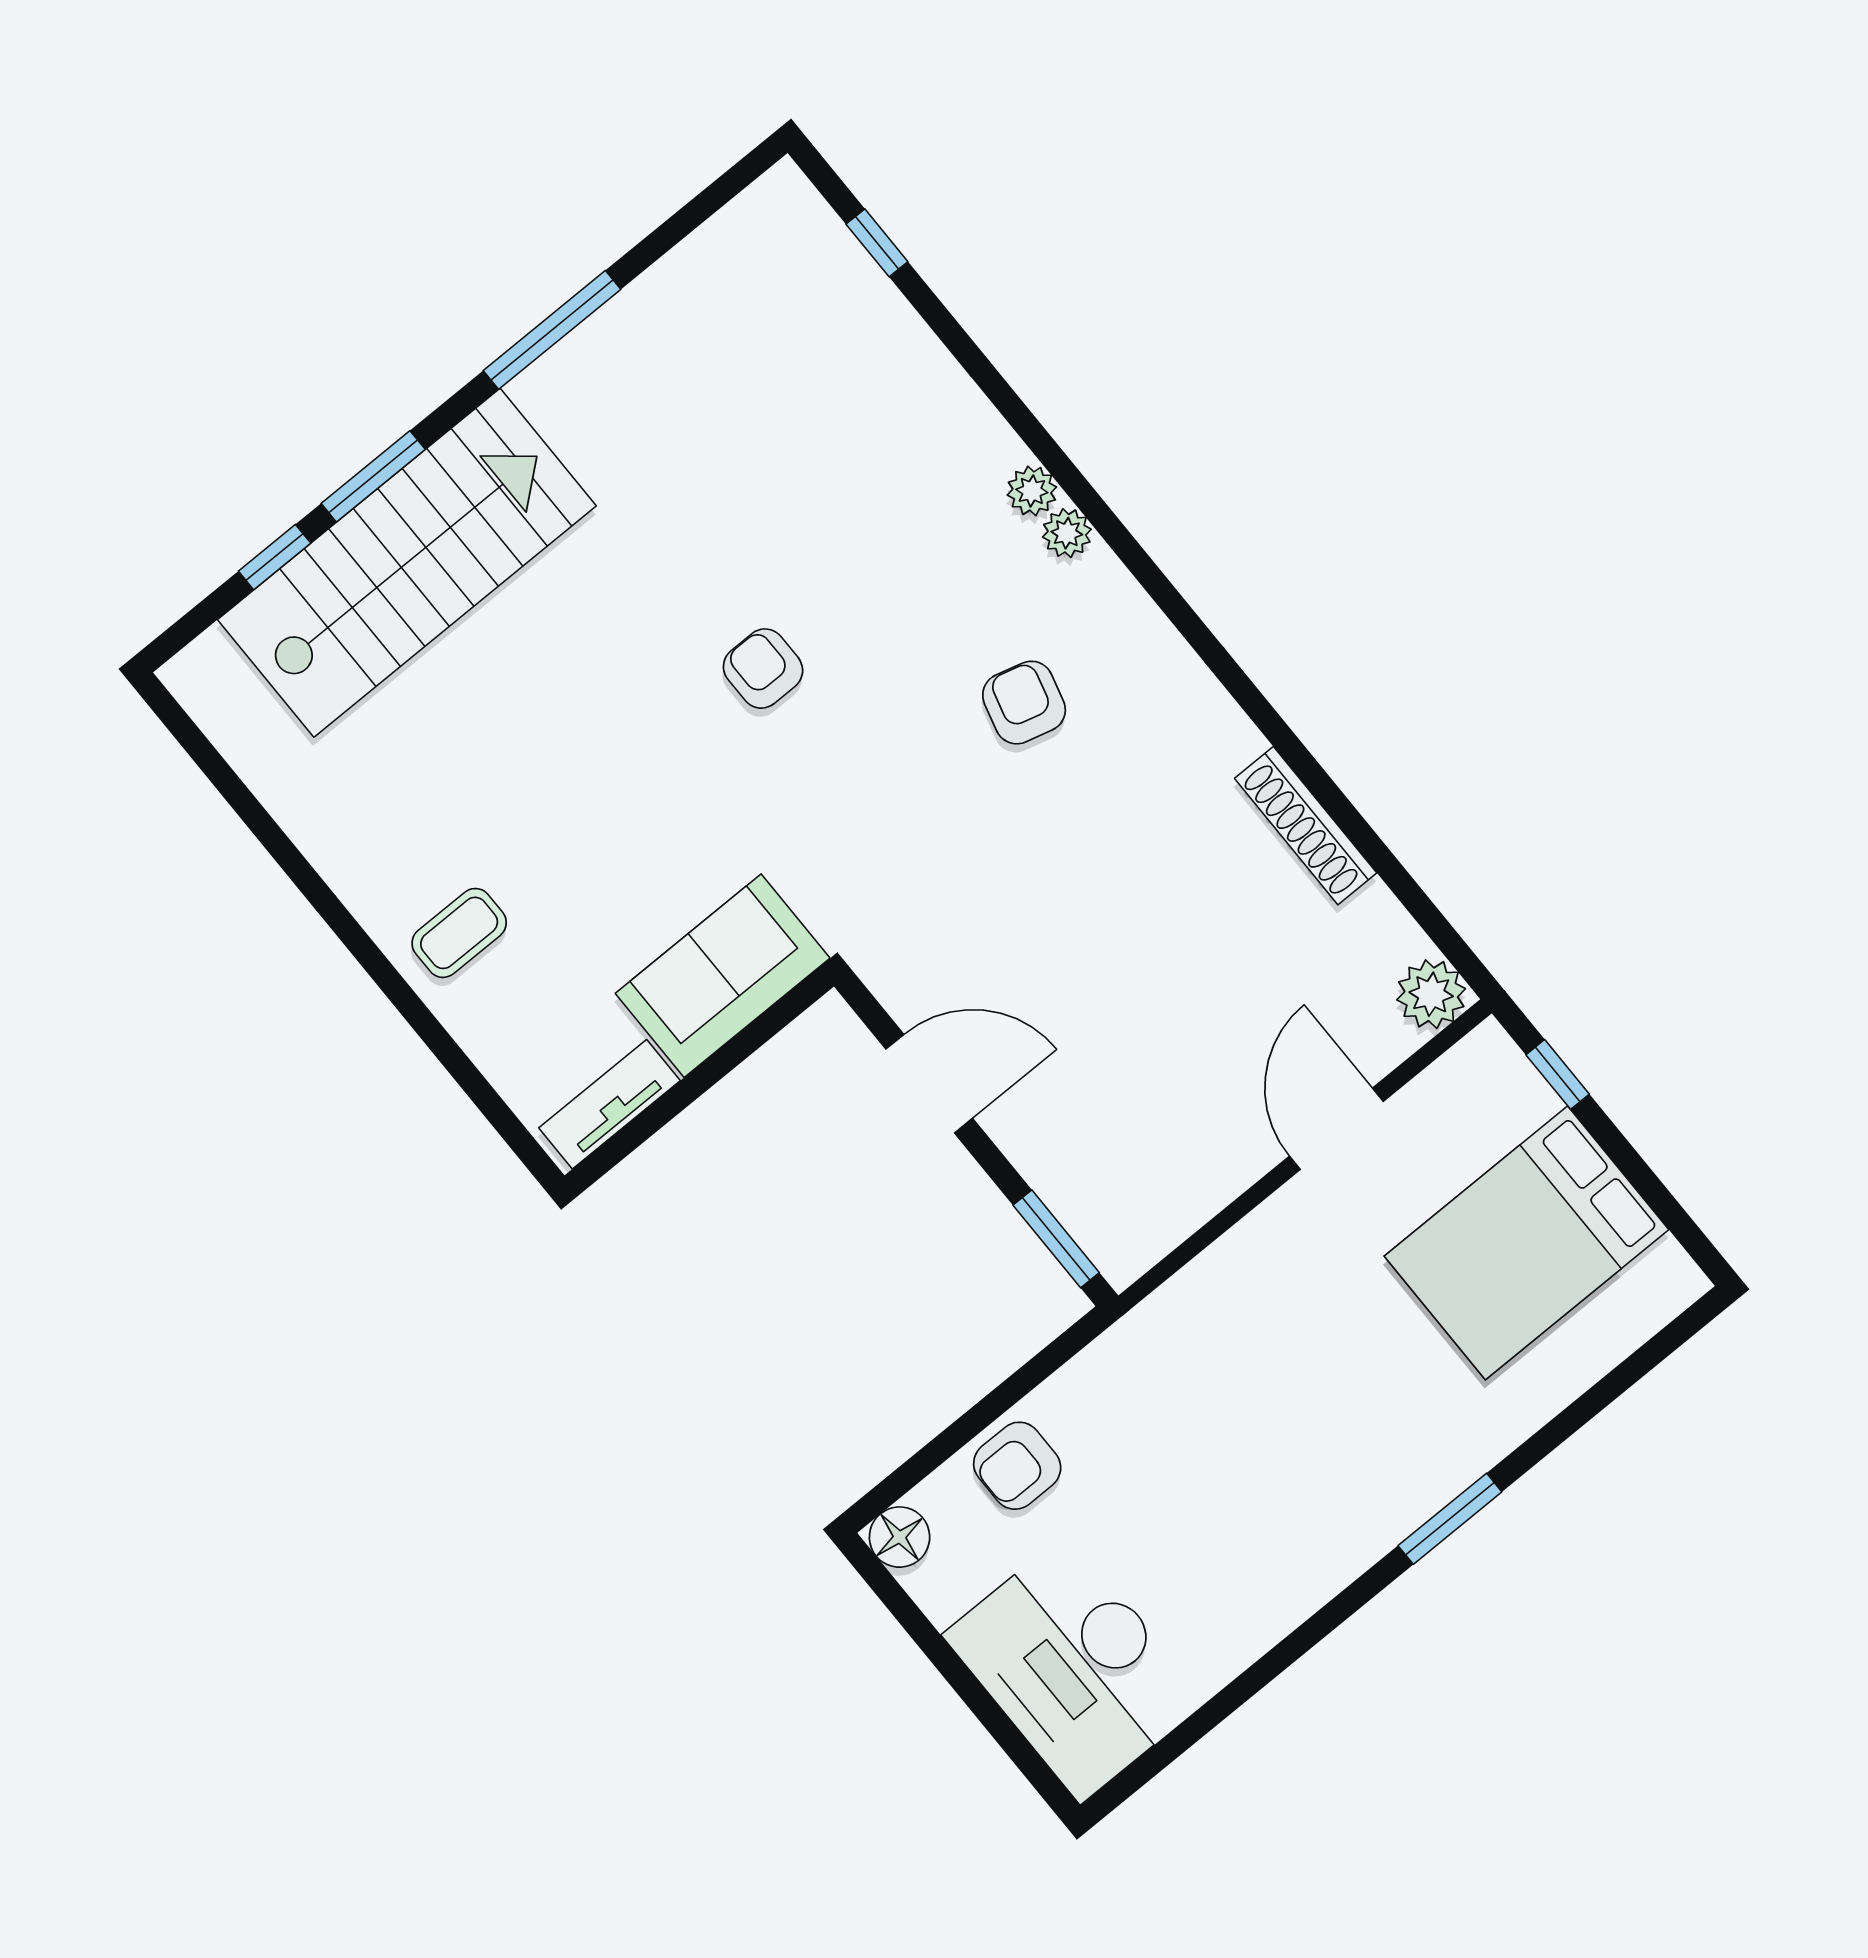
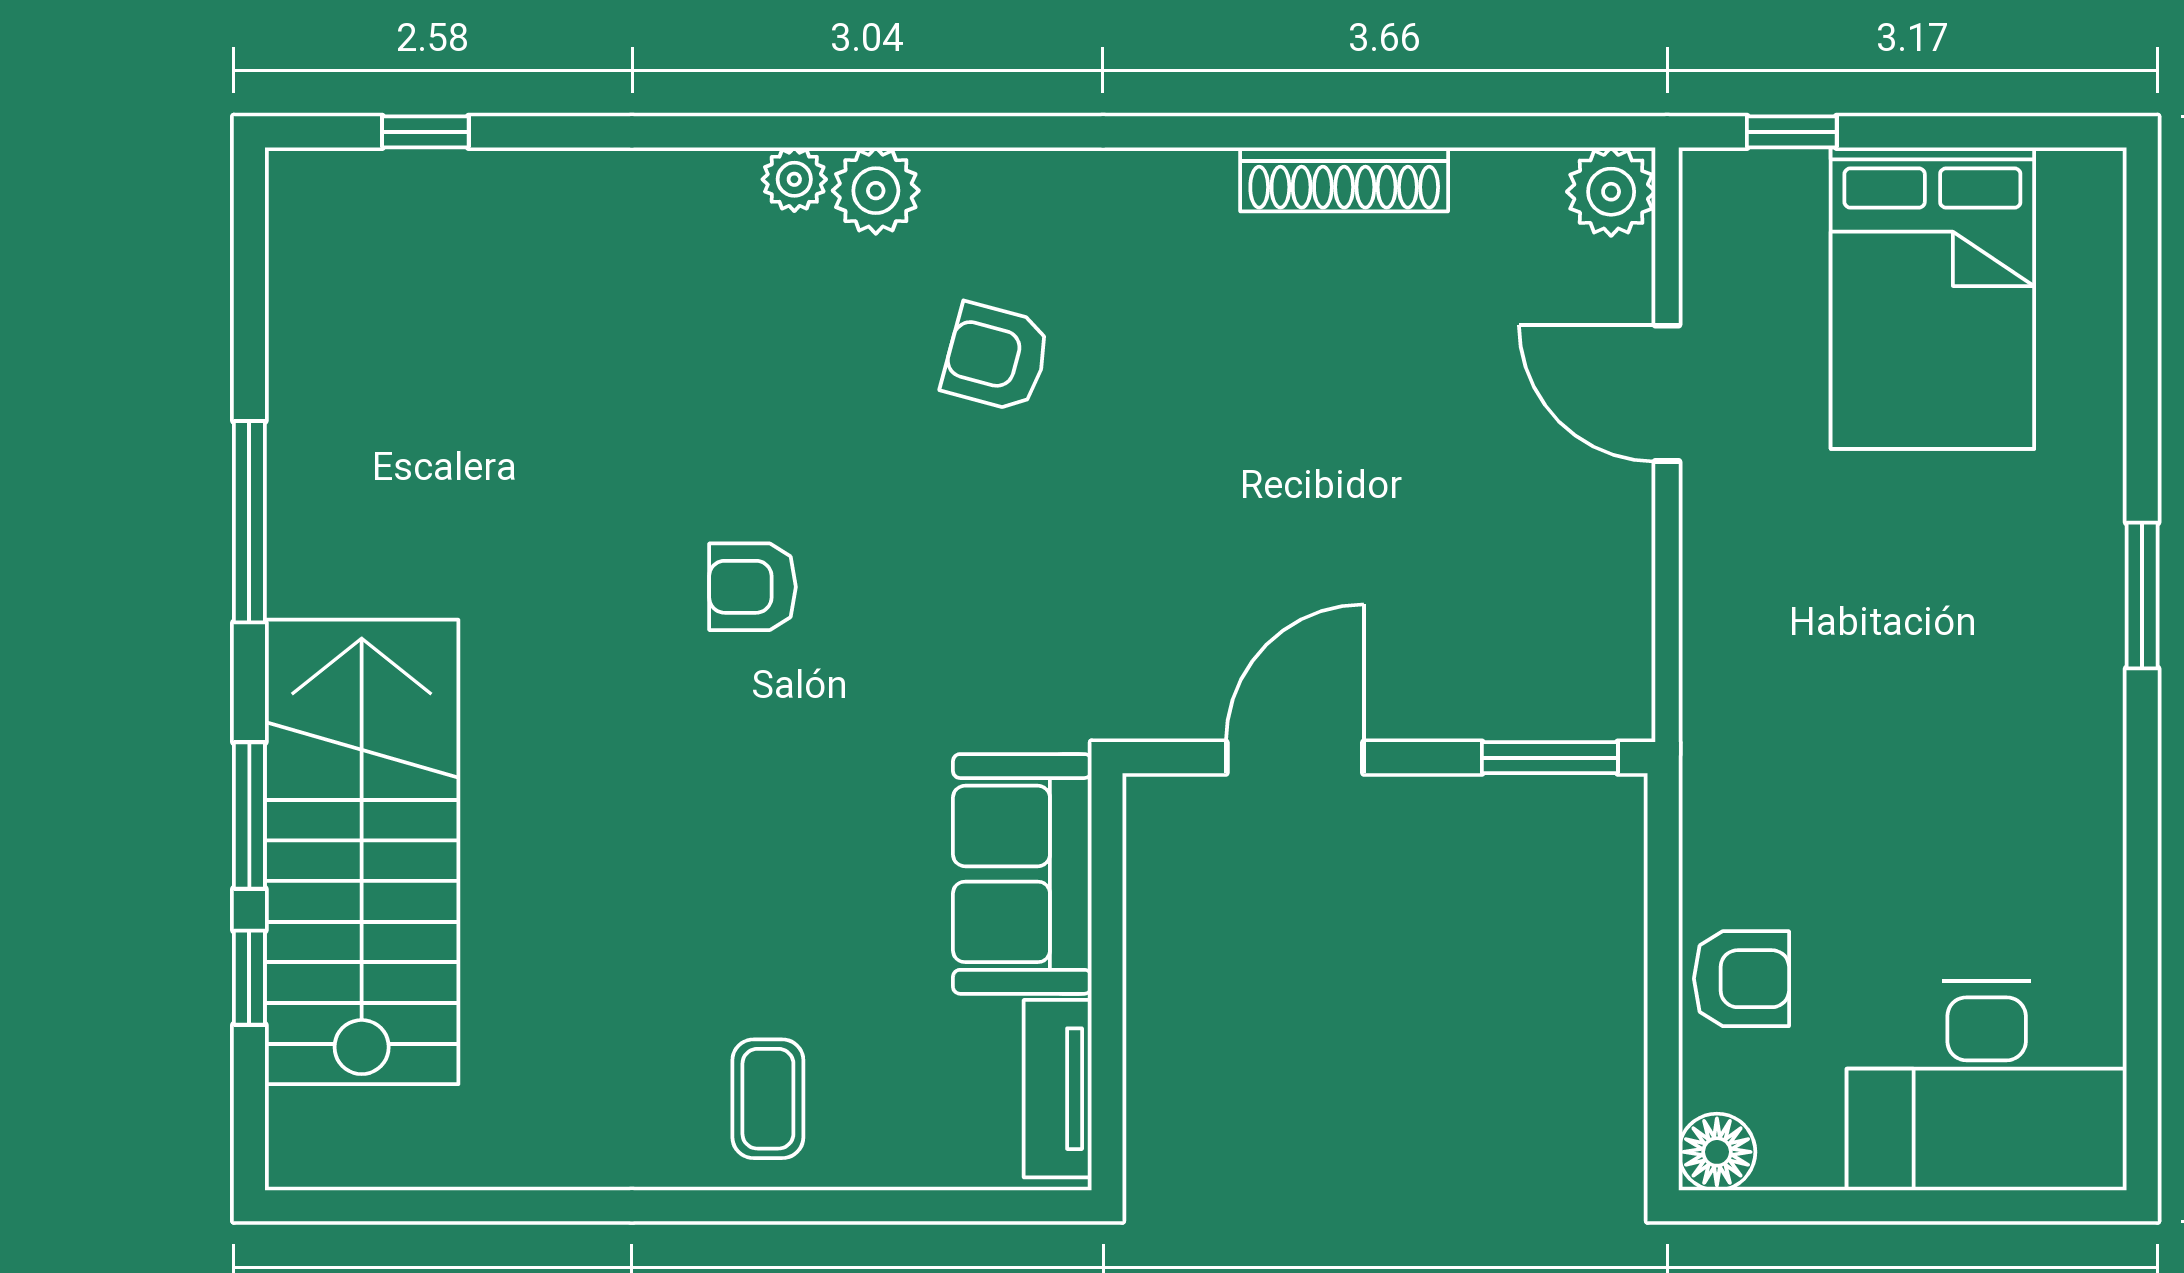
plant: (1067, 533) -> (876, 191), width x1.38, depth x1.38
armchair: (1017, 1466) -> (1742, 979), turned -90

